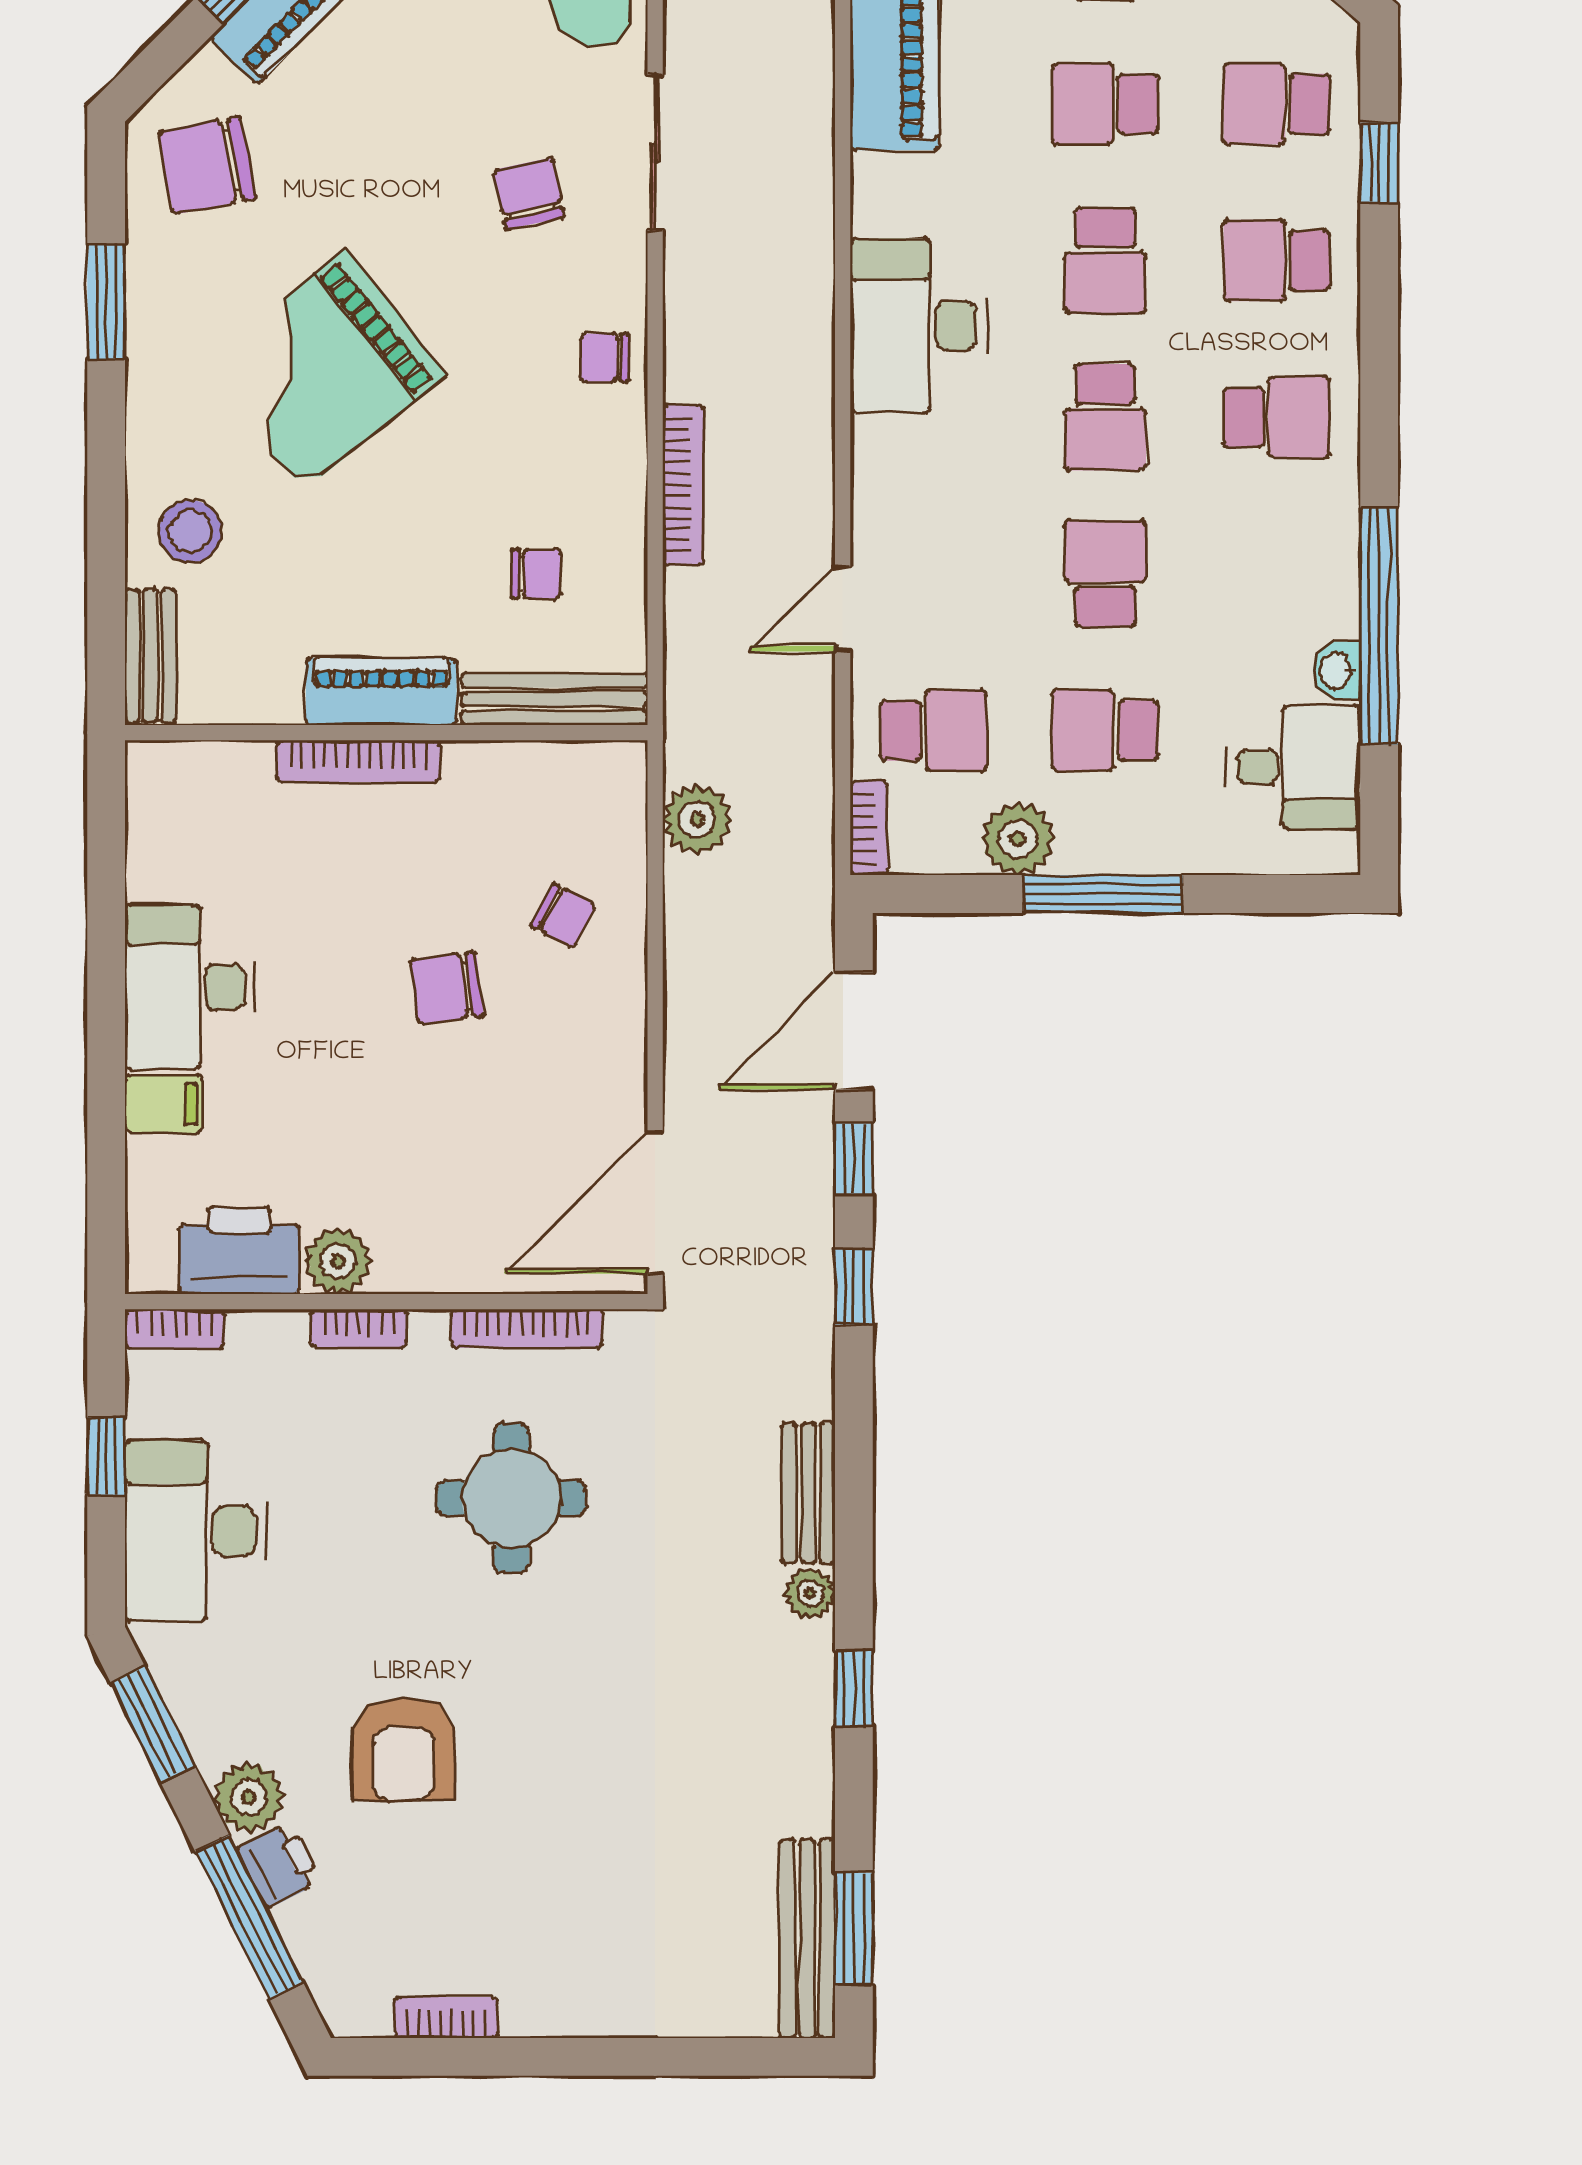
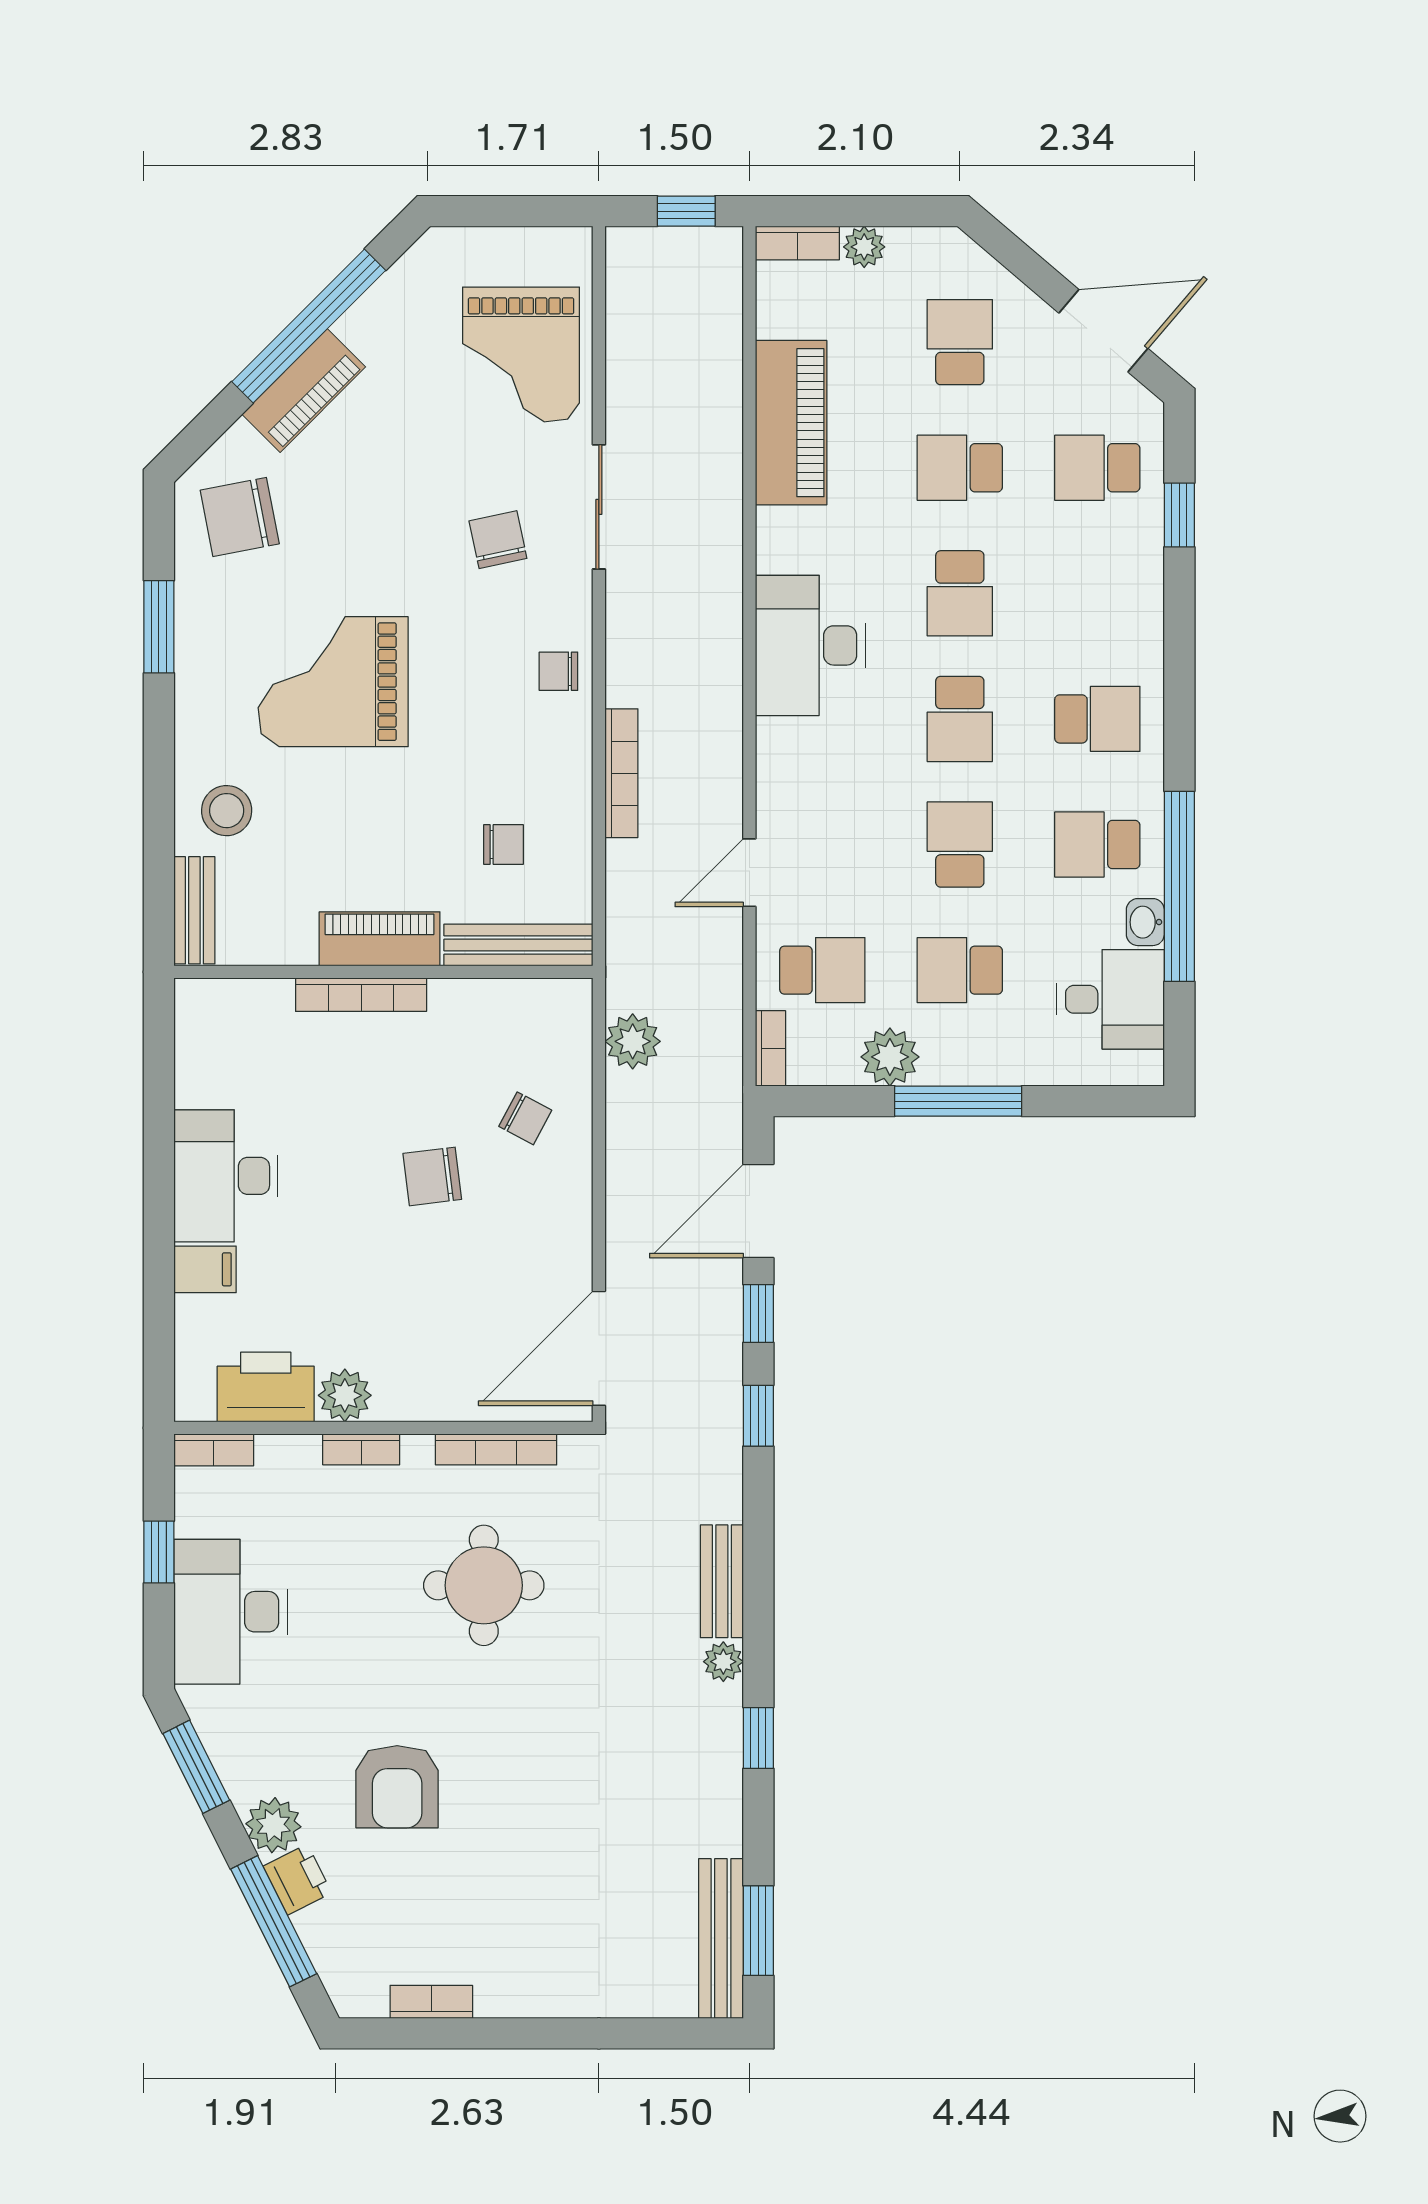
school desk: (1277, 260) -> (1097, 845), moved
grand piano: (323, 371) -> (333, 682), turned 39

